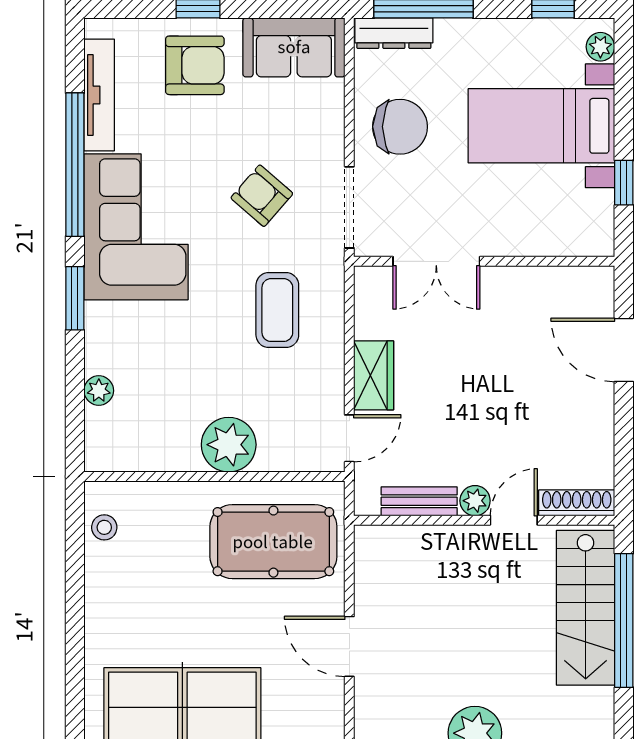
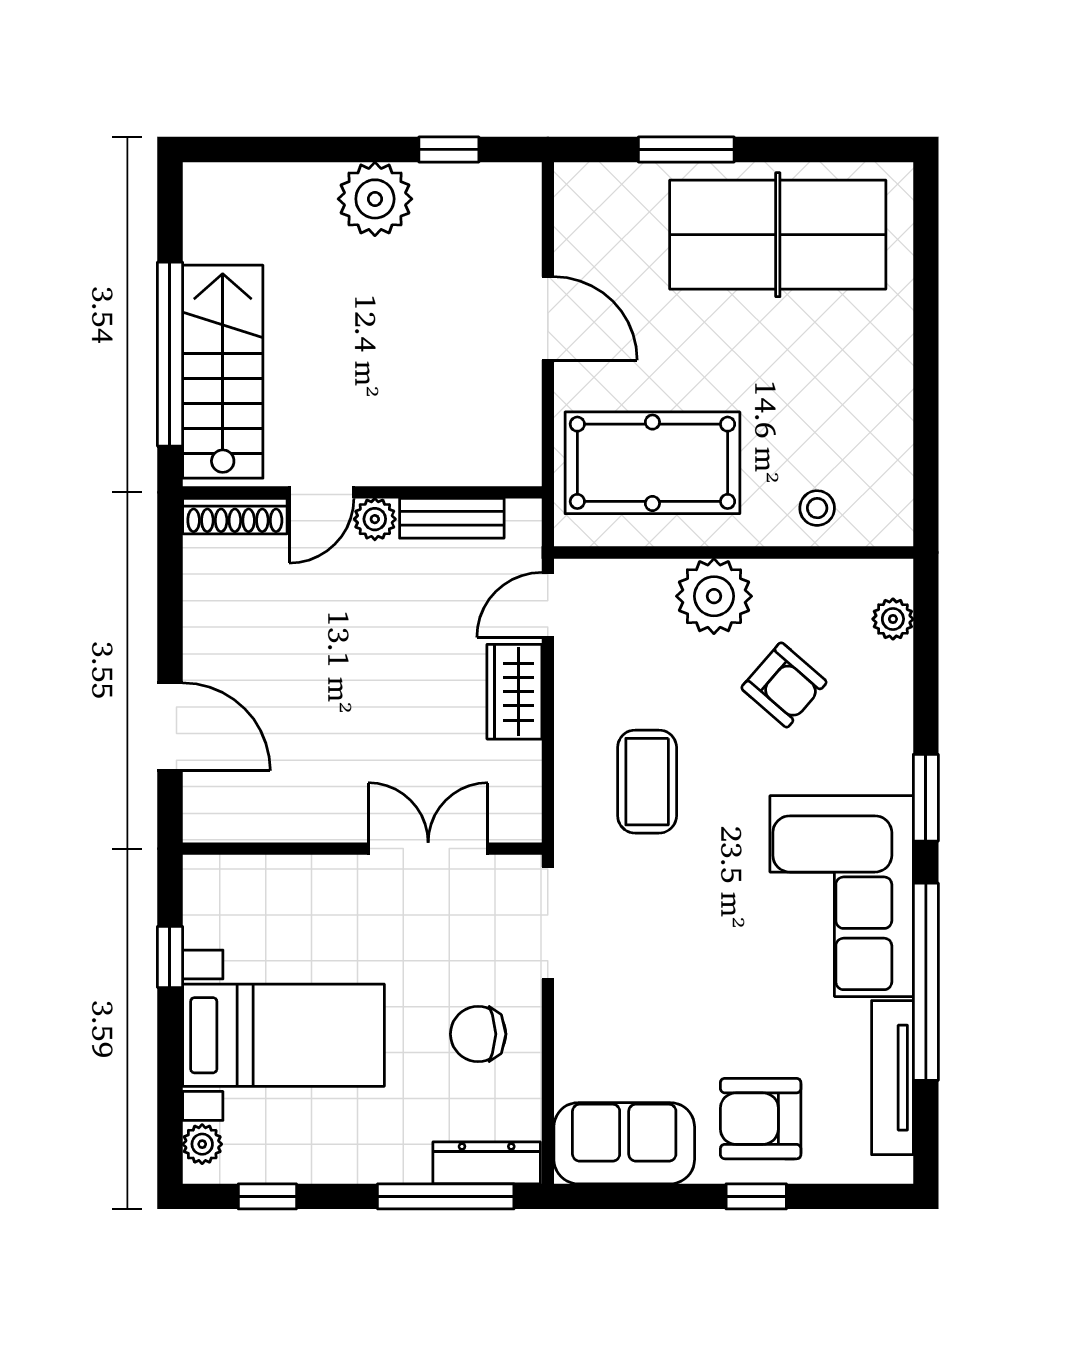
chair: (400, 127) -> (478, 1034), width x0.73, depth x0.73
armchair: (262, 196) -> (784, 685), moved
plant: (99, 391) -> (893, 619), moved
stool: (104, 527) -> (817, 508), moved

